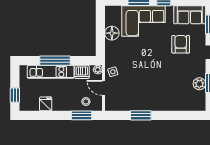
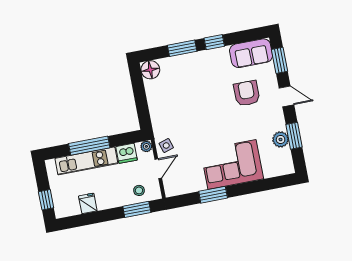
corner sofa: (143, 21) -> (232, 165), moved, turned 180
floor lamp: (112, 33) -> (150, 70), moved
door: (103, 88) -> (158, 169), swing flipped

